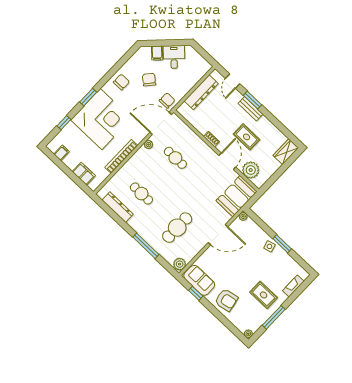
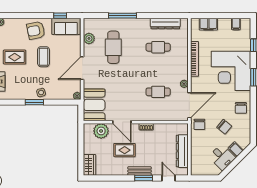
plant: (180, 264) -> (89, 38), moved
coffee table: (240, 273) -> (43, 57), added

